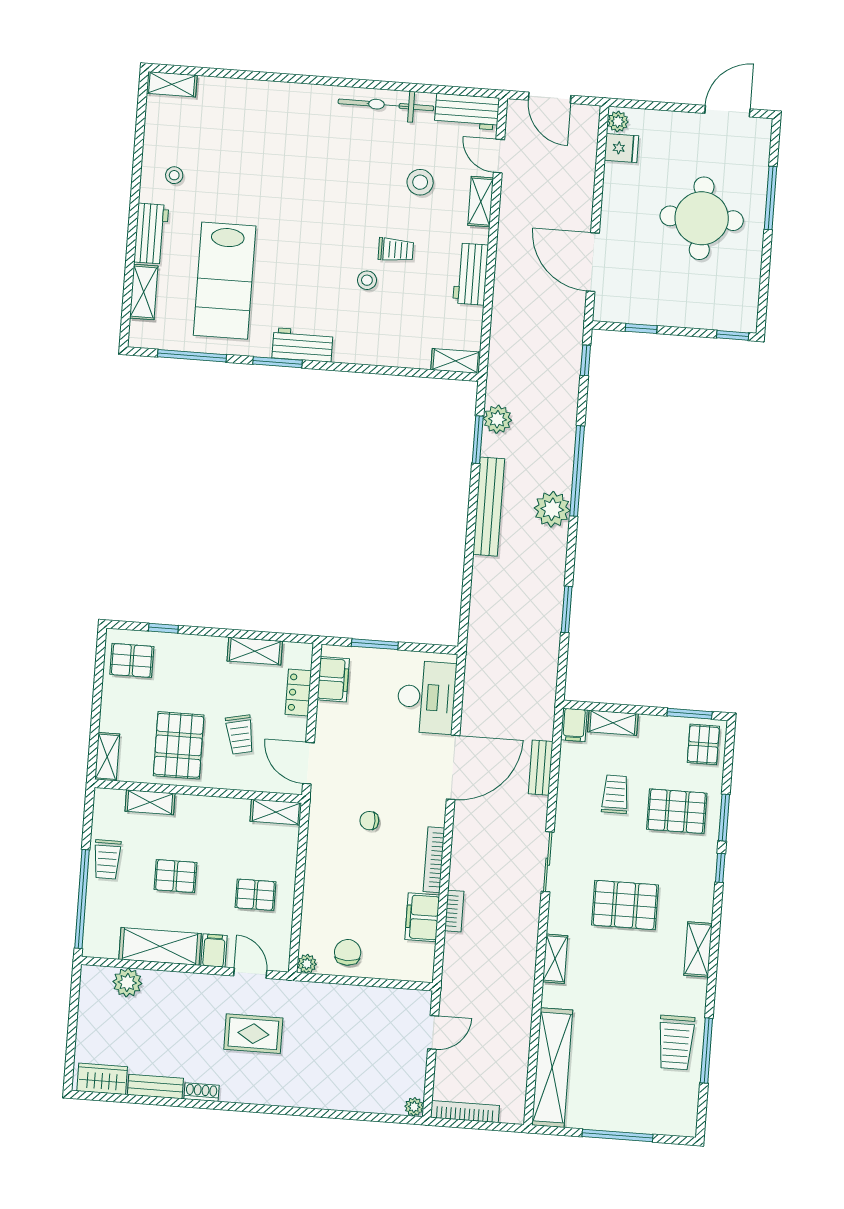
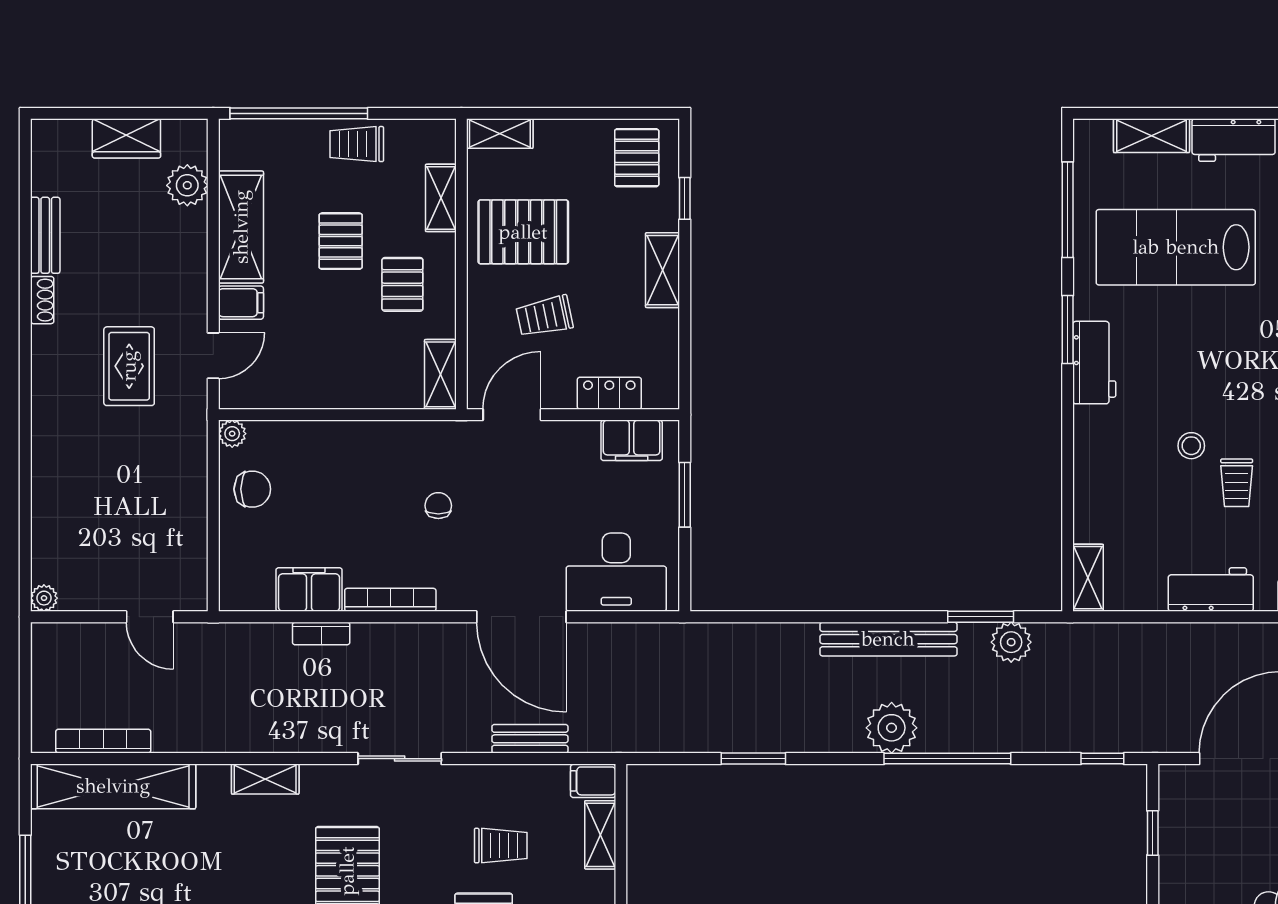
shelving: (255, 651) -> (663, 270), moved
pallet: (256, 895) -> (402, 284), moved
wardrobe: (102, 1079) -> (126, 138), moved, turned 90
bookcase: (465, 1112) -> (103, 741), moved, turned -90

